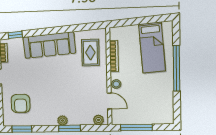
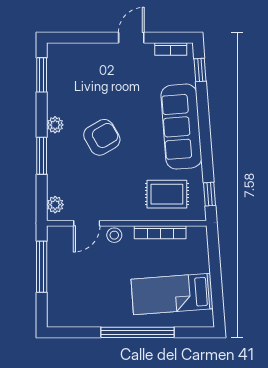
window: (90, 26) -> (209, 194), added
armchair: (21, 103) -> (102, 137), moved, turned 150
plant: (63, 121) -> (55, 125), moved

